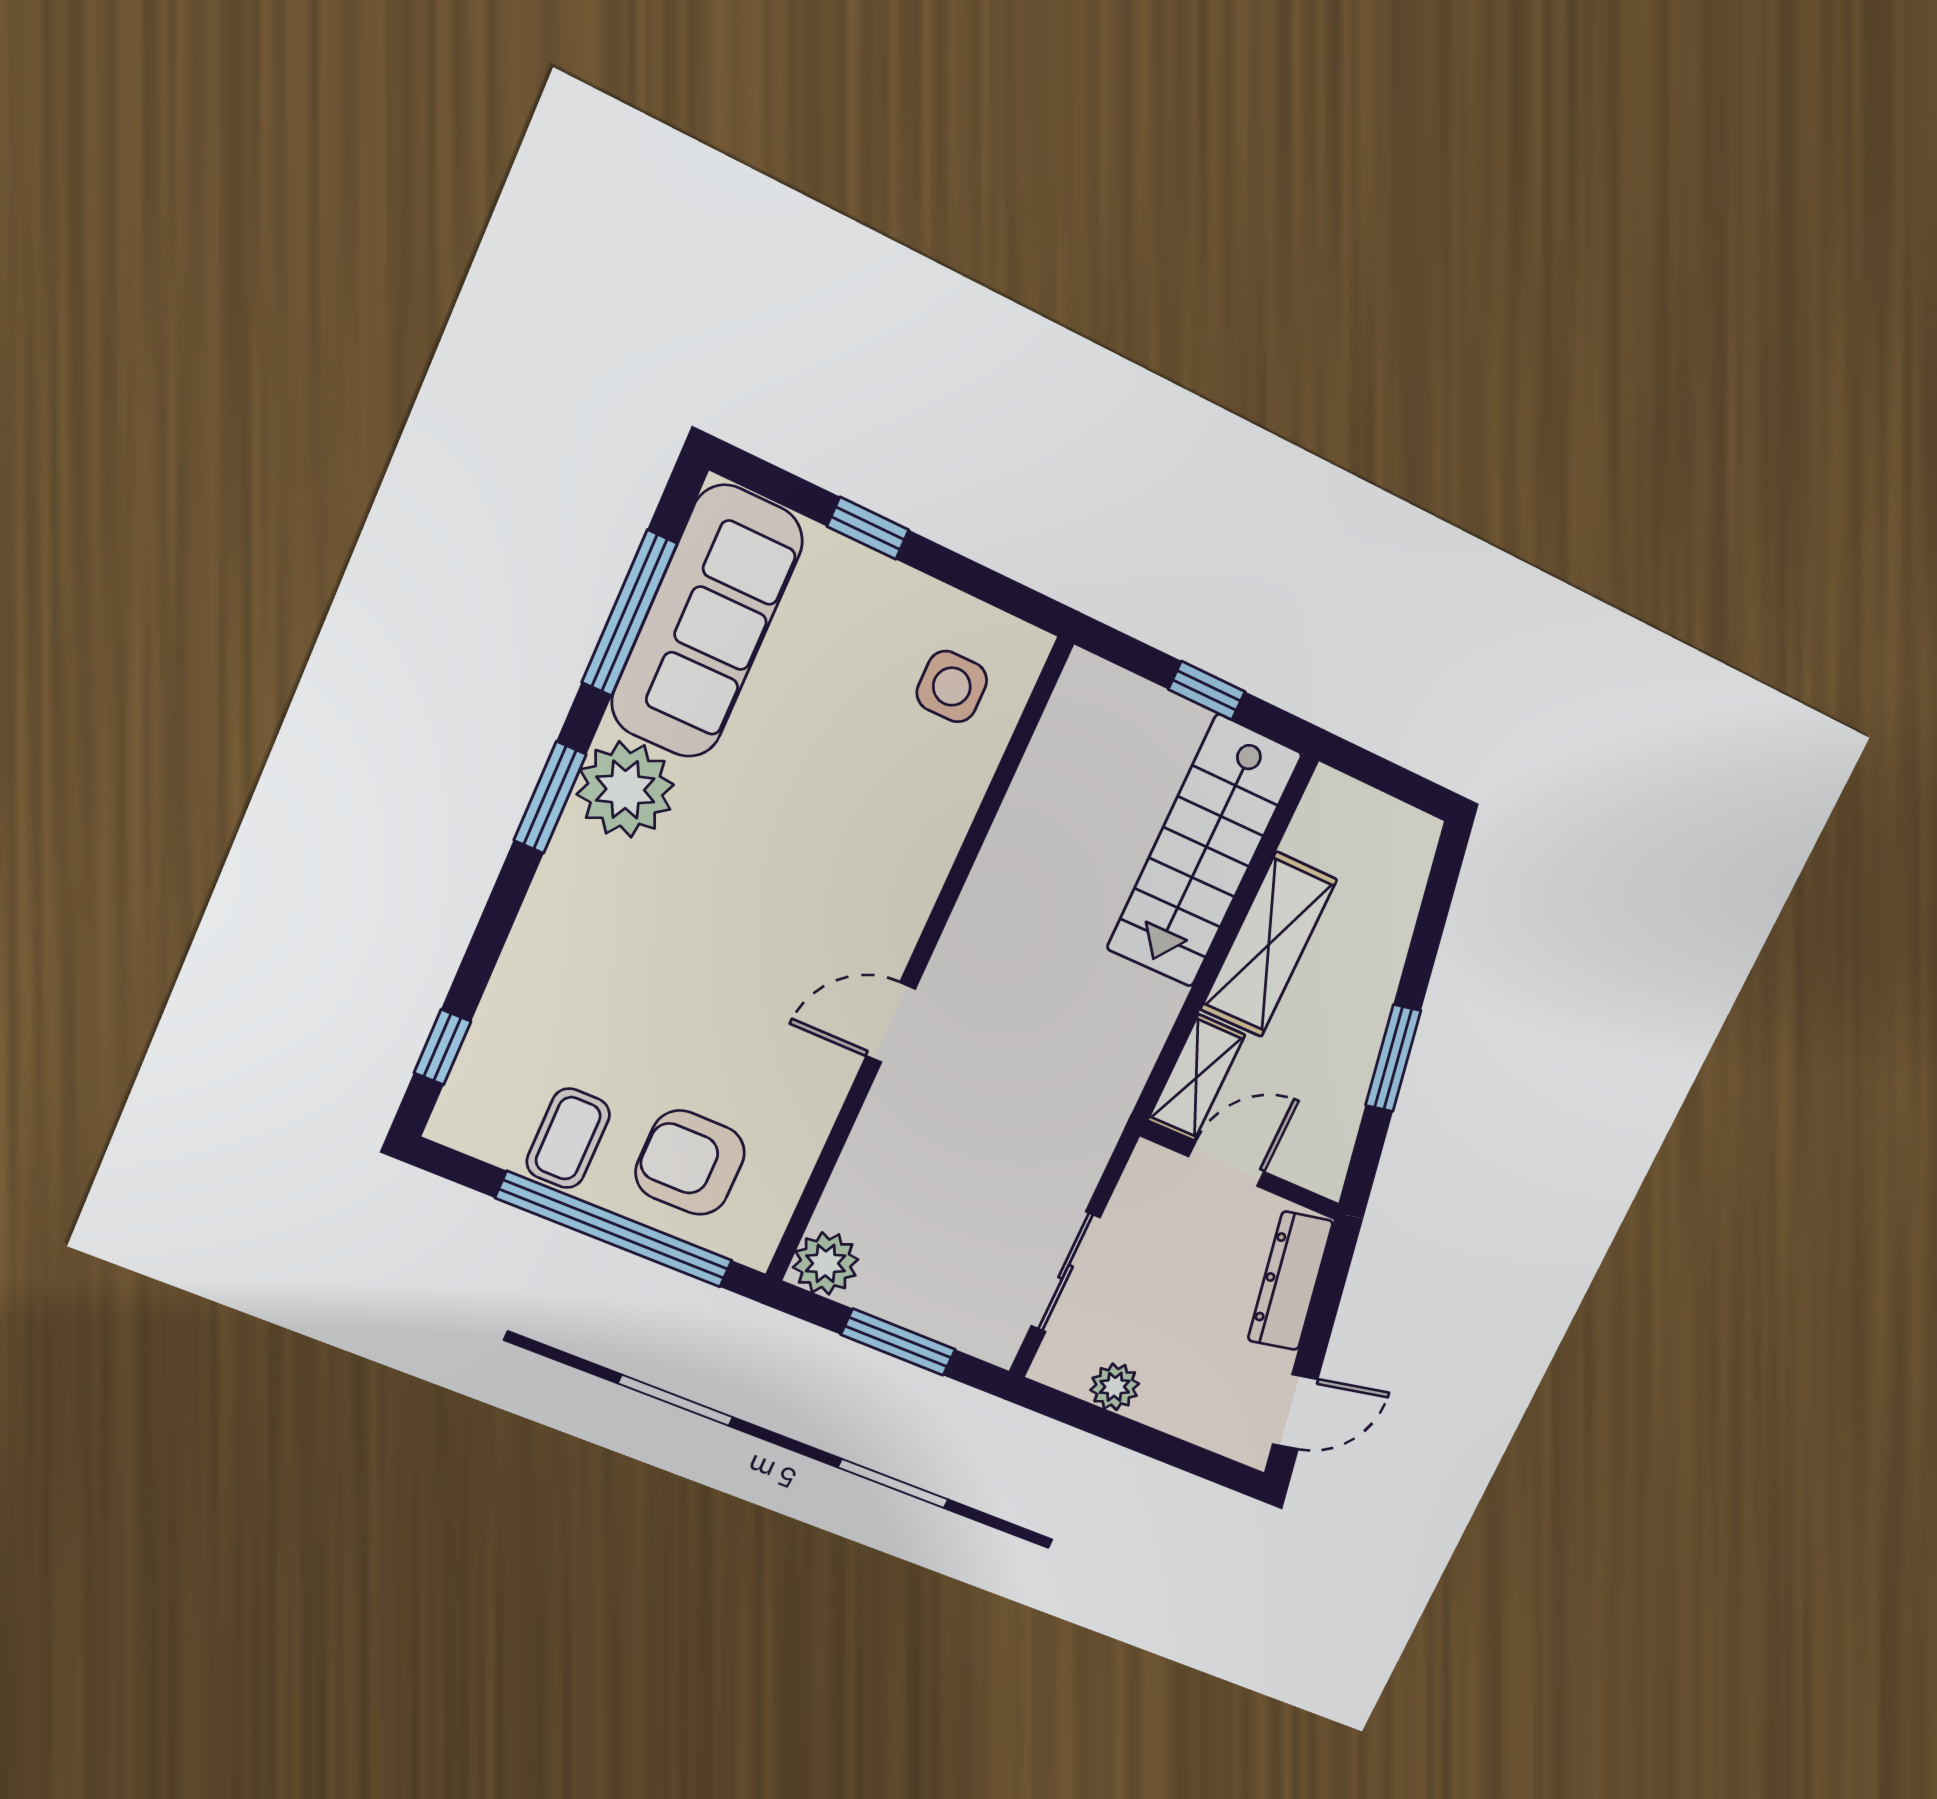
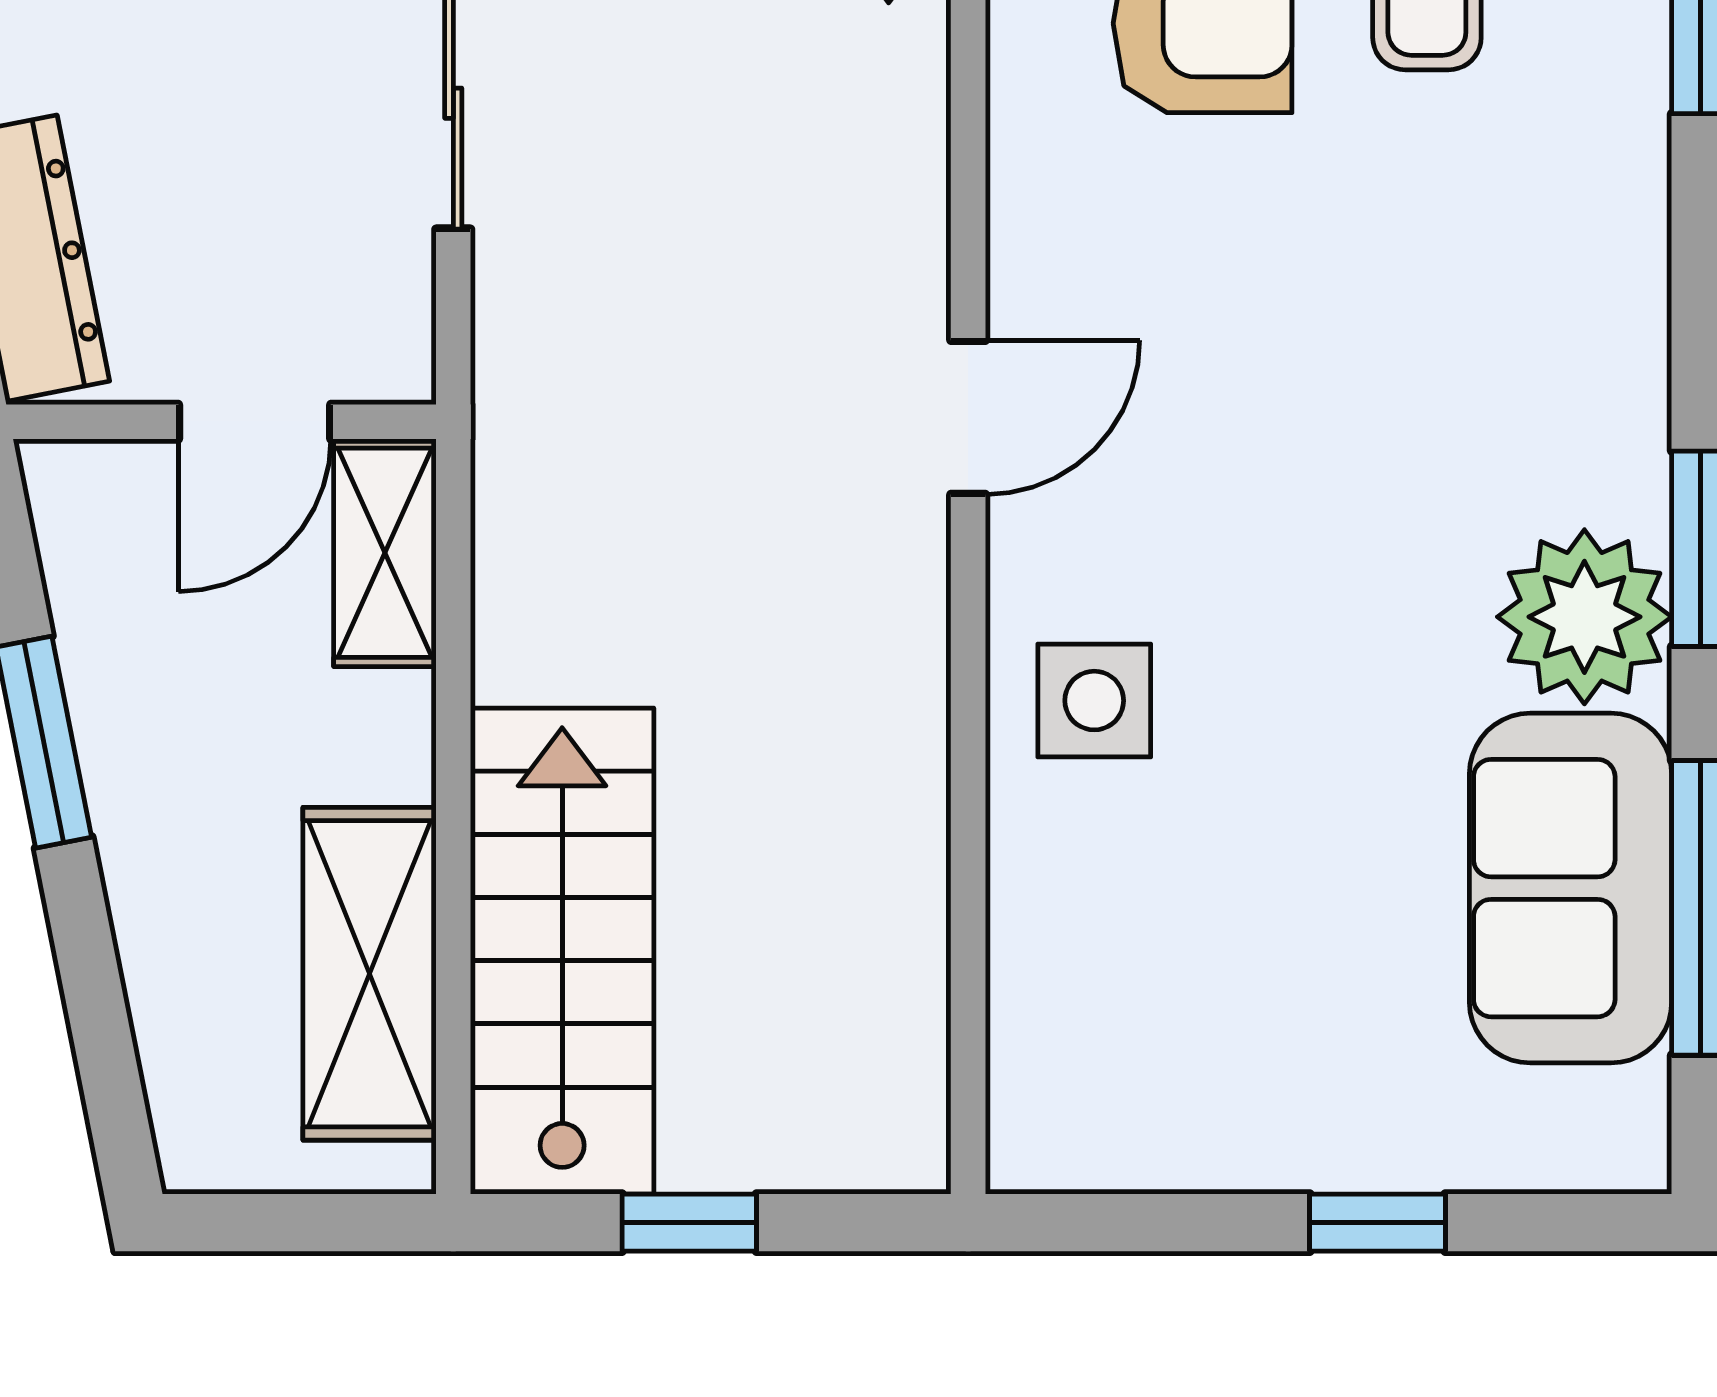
sofa: (707, 622) -> (1571, 888), width x0.73
side table: (952, 687) -> (1094, 701), moved
shelving: (1269, 945) -> (370, 974), moved

